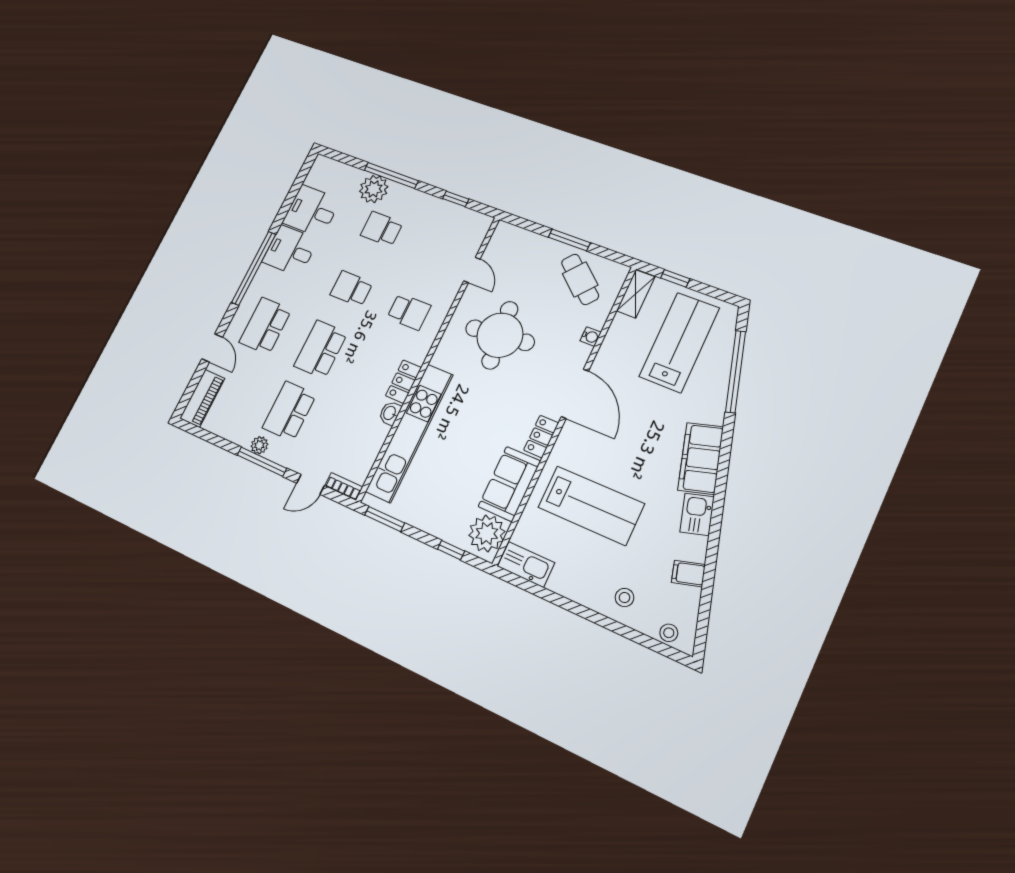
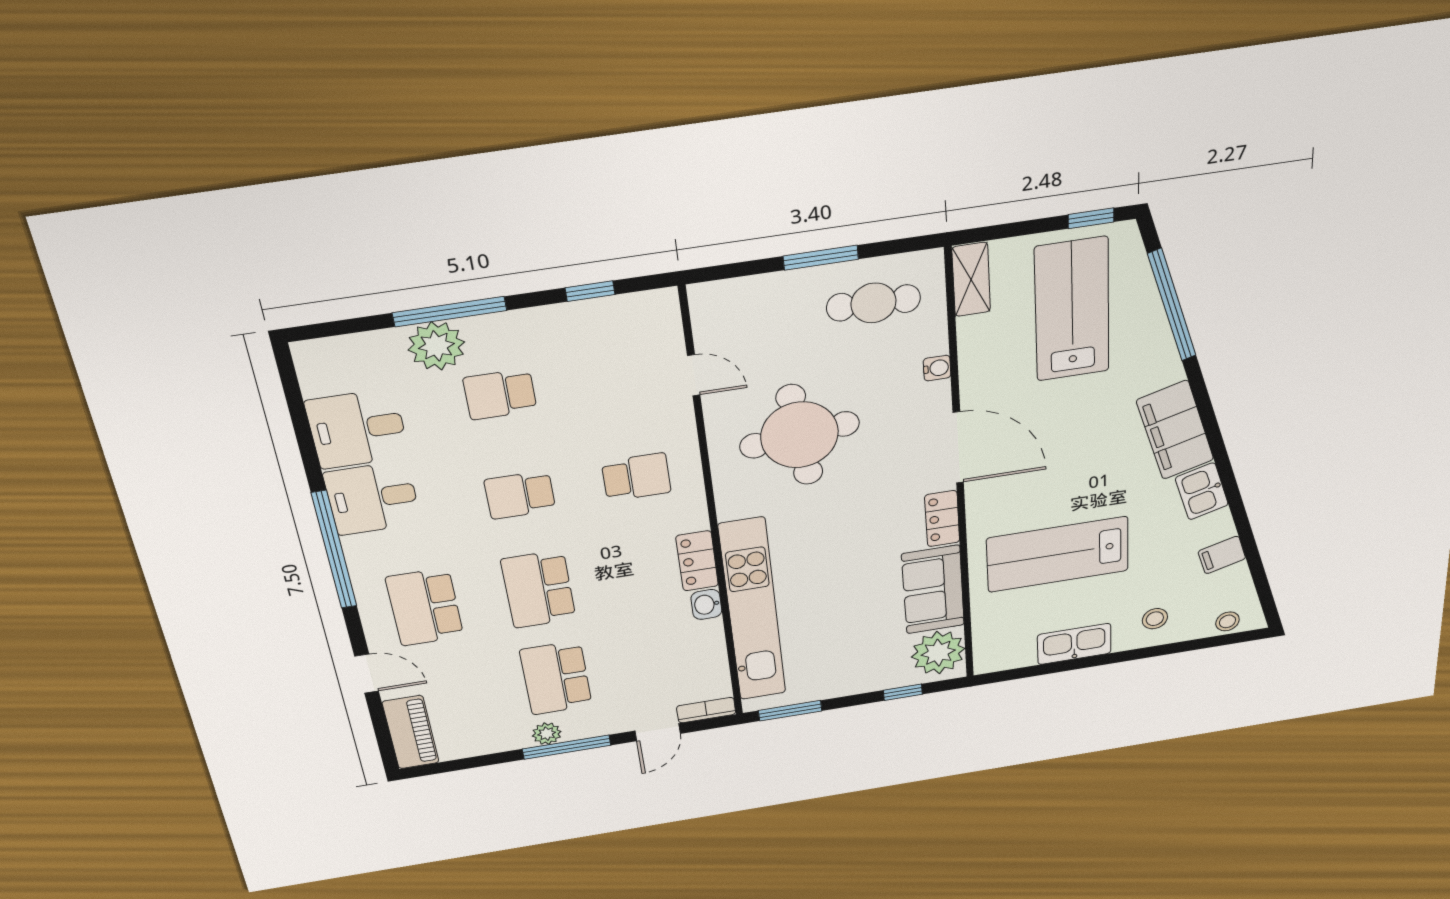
window: (675, 278) -> (1091, 218), moved
cafe table: (580, 279) -> (873, 303), turned -39
lab bench: (591, 506) -> (1058, 554), turned 180
kitchen sink: (526, 565) -> (1074, 644), moved

